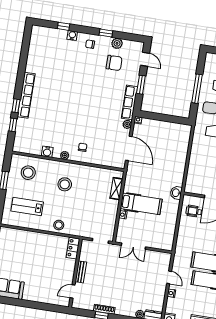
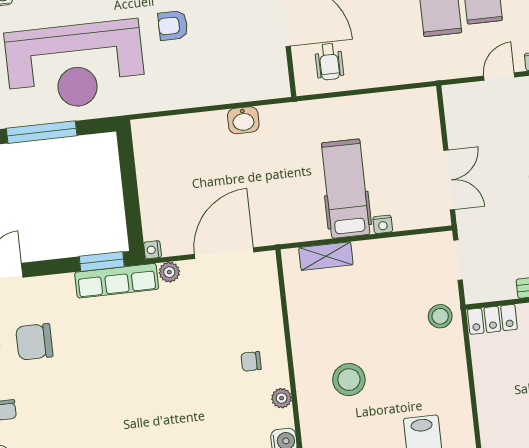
chair: (114, 63) -> (34, 342), turned -90
window: (141, 85) -> (102, 261), moved
washbasin: (176, 193) -> (243, 120), moved
stool: (59, 225) -> (440, 316), moved

